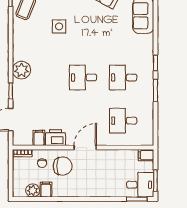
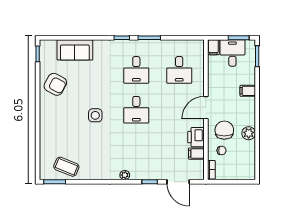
side table: (59, 26) -> (95, 115), moved
plant: (21, 70) -> (125, 175), width x0.53, depth x0.53
door: (85, 148) -> (206, 108), hinge flipped
desk: (140, 185) -> (232, 53), moved
filing cabinet: (46, 190) -> (248, 91), moved
plant: (33, 191) -> (249, 133), moved

